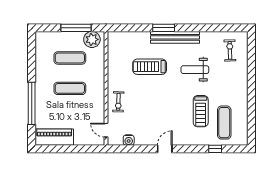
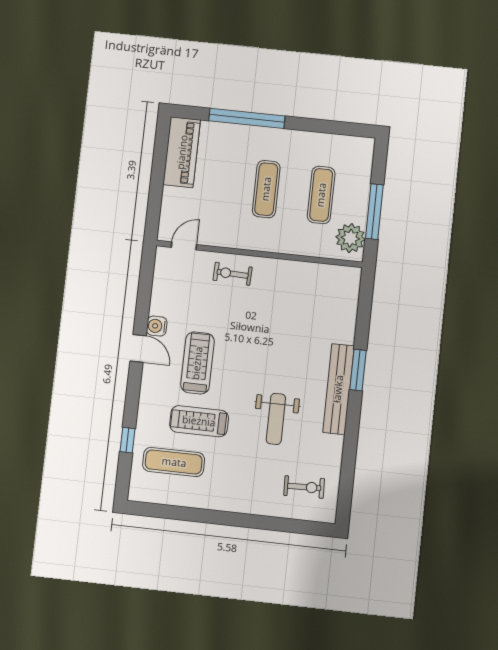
treadmill: (150, 67) -> (197, 363), moved
weight bench: (195, 70) -> (276, 419), turned 180
water cooler: (129, 140) -> (157, 326), moved

